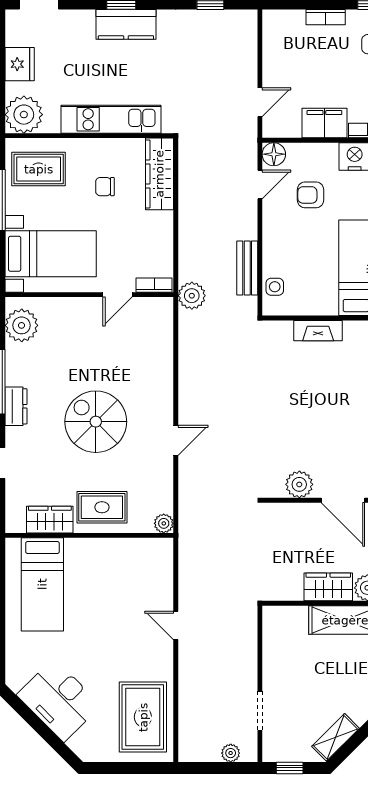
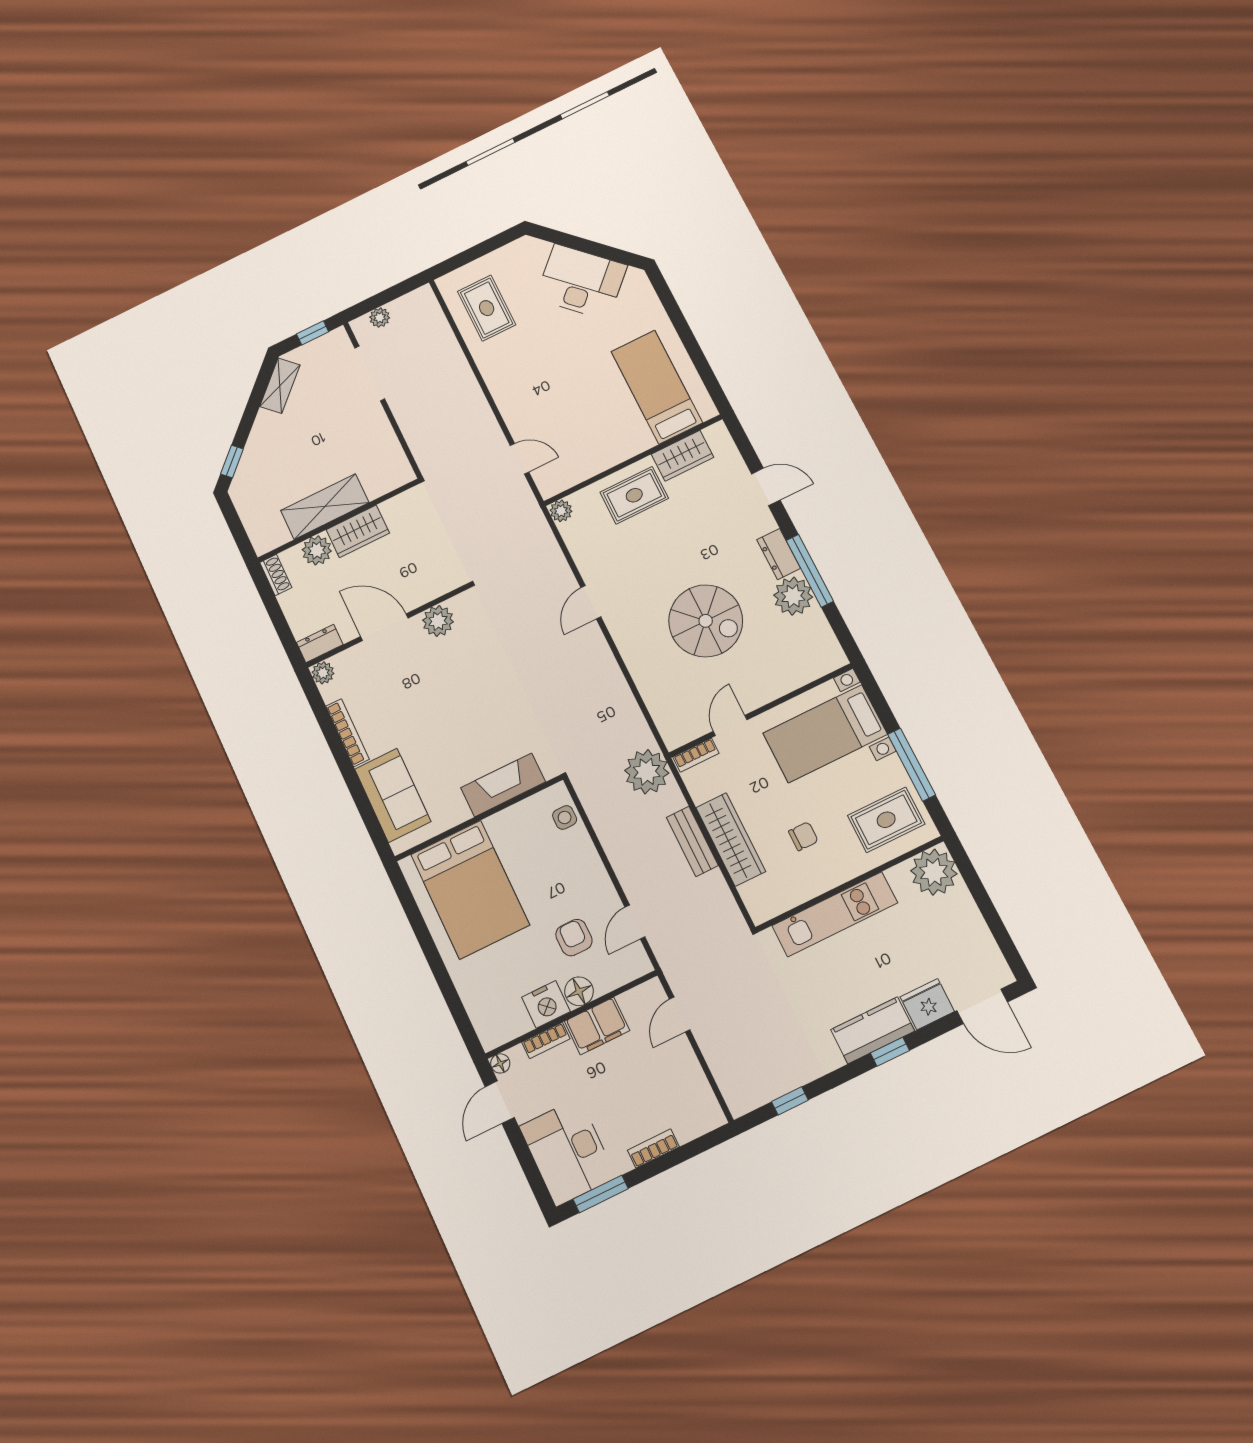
fridge: (20, 64) -> (927, 1004), moved, turned 90
floor lamp: (274, 154) -> (579, 991), moved
wardrobe: (159, 174) -> (731, 839), moved
armchair: (310, 195) -> (574, 938), turned -90
bench: (247, 268) -> (692, 841), moved
plant: (192, 296) -> (647, 772), width x1.36, depth x1.36
plant: (22, 325) -> (793, 596), moved
fireplace: (318, 331) -> (503, 785), width x1.37, depth x1.32
spiral stairs: (96, 422) -> (706, 621), moved
door: (176, 625) -> (520, 459), moved
doorway: (260, 711) -> (370, 373), width x1.38
rug: (143, 717) -> (487, 308), width x0.73, depth x0.70

